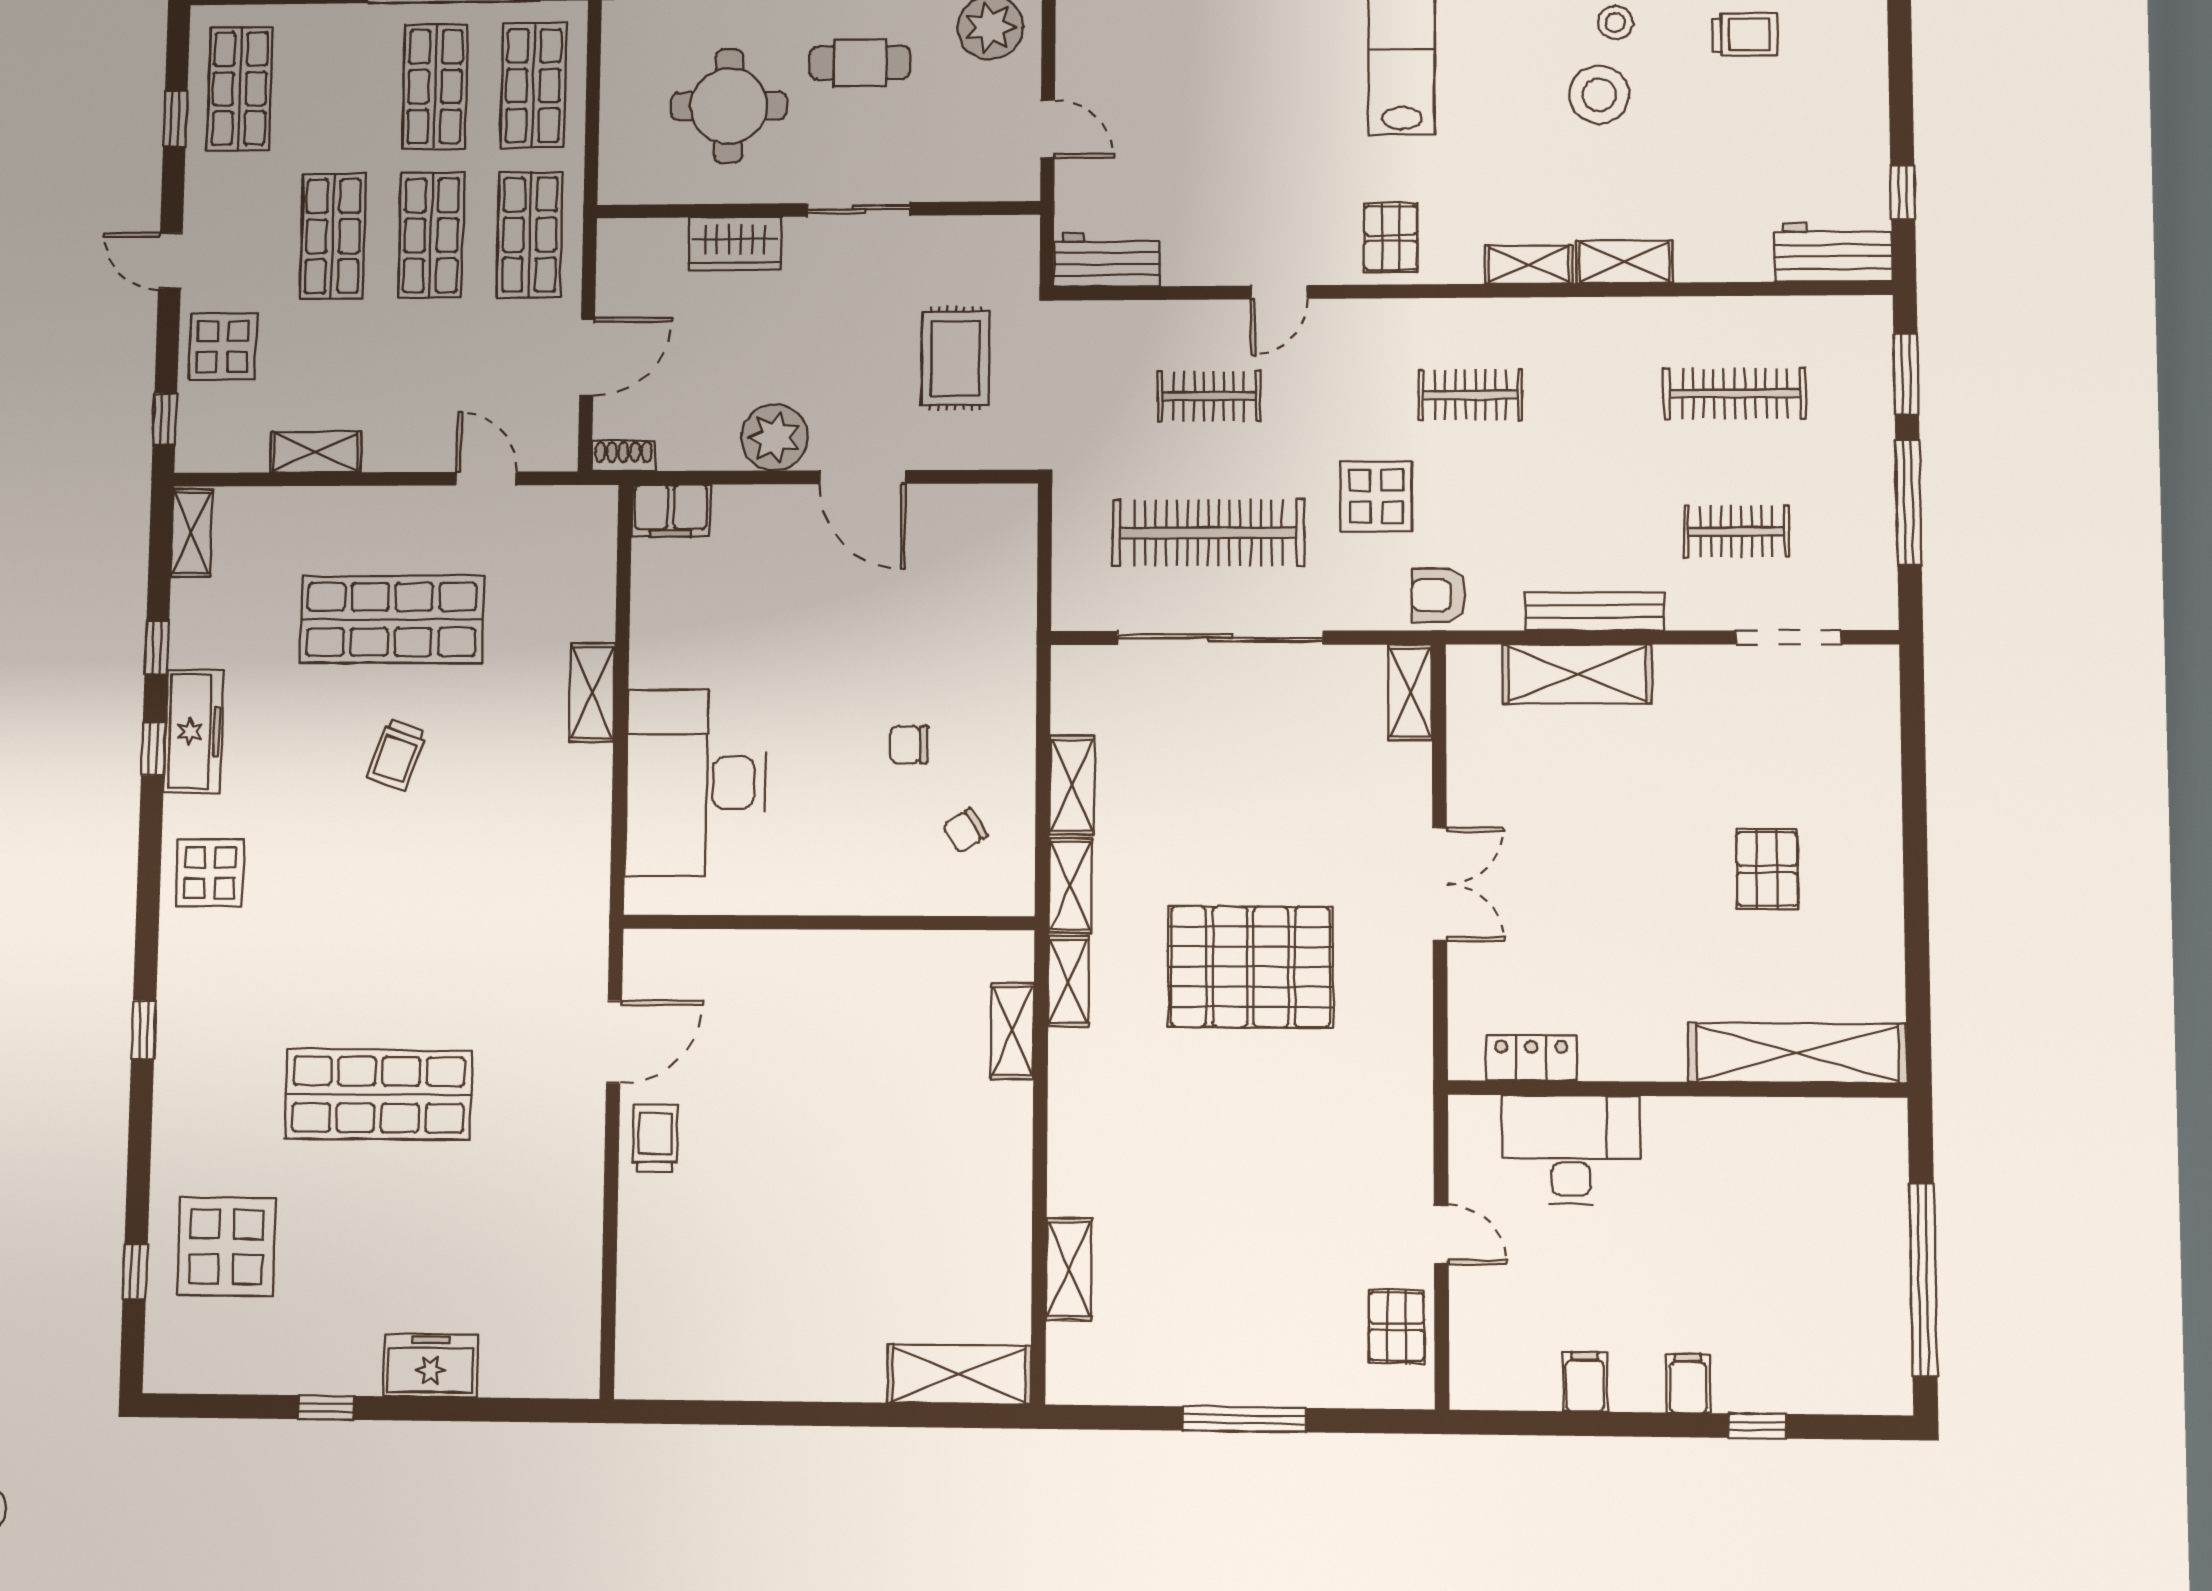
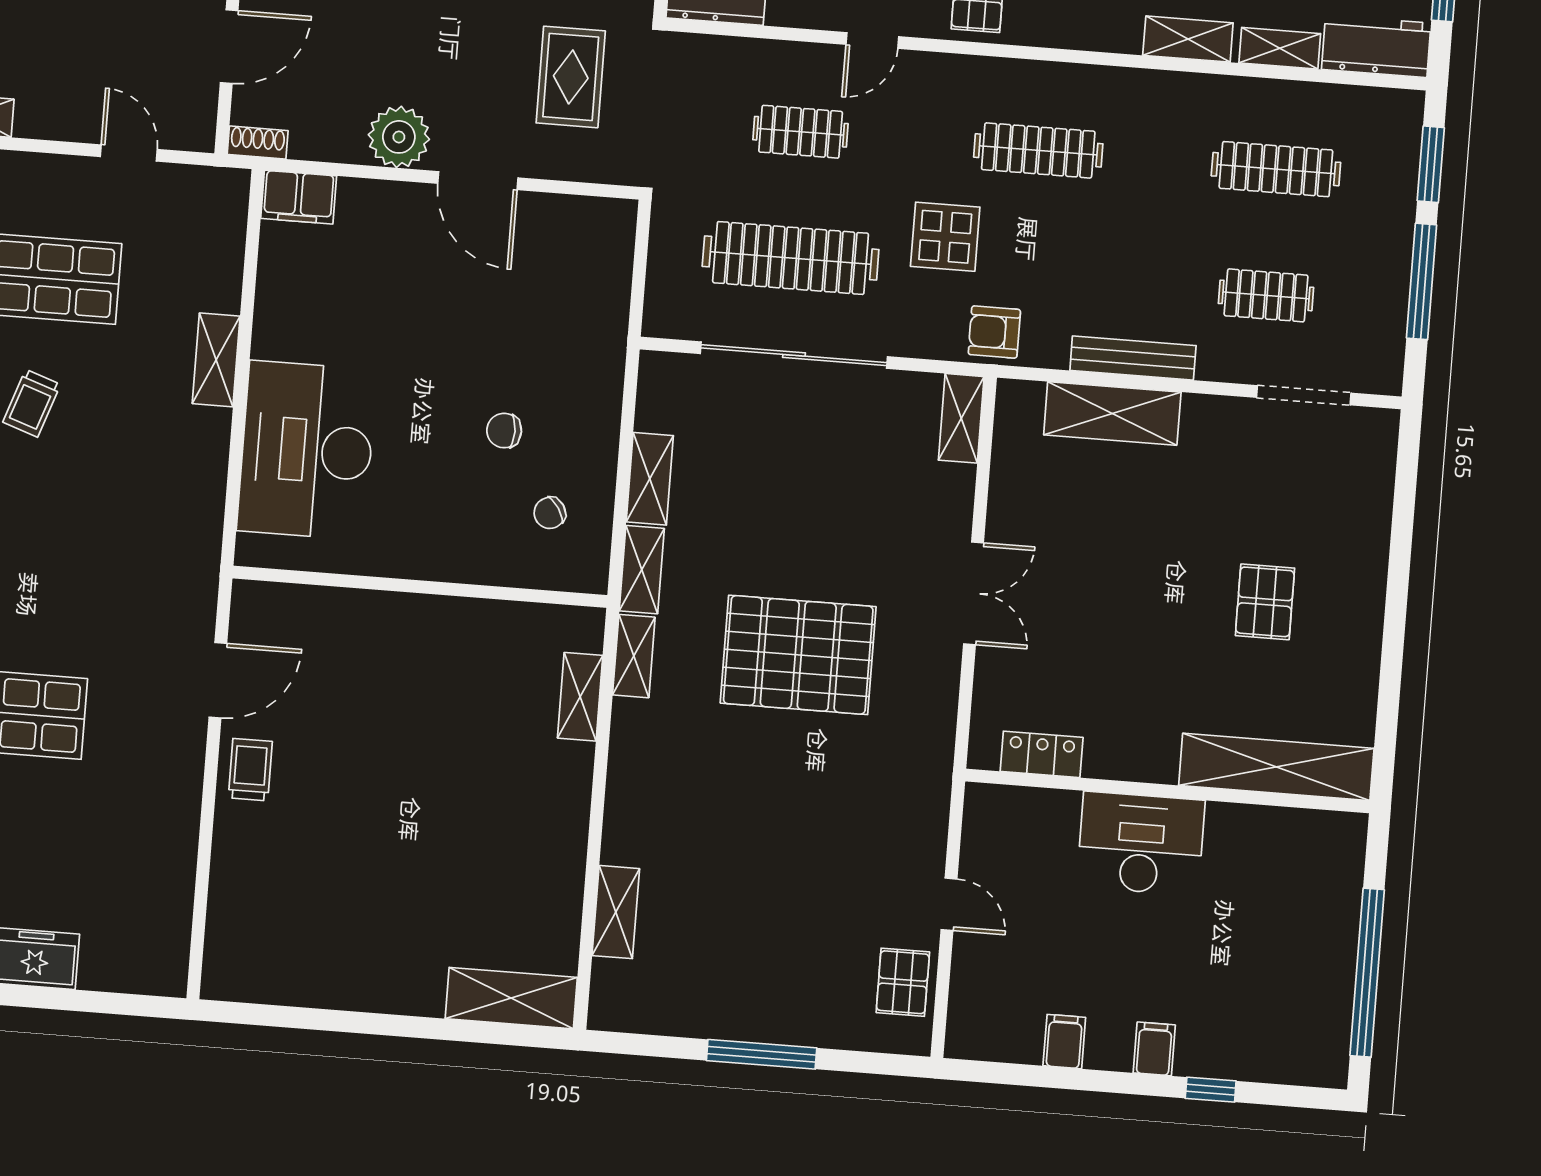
shelving: (1529, 264) -> (1280, 48), moved
clothes rail: (1470, 395) -> (1038, 150), width x1.36
desk: (1571, 1150) -> (1141, 843), moved

